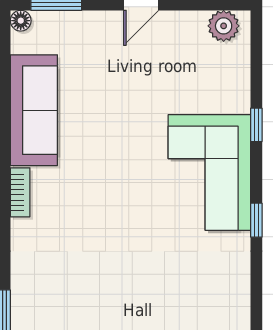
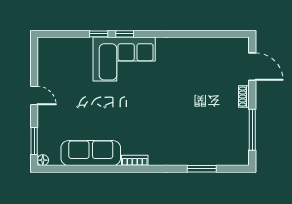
plant: (224, 26) -> (46, 51), removed
window: (256, 220) -> (125, 34), moved

